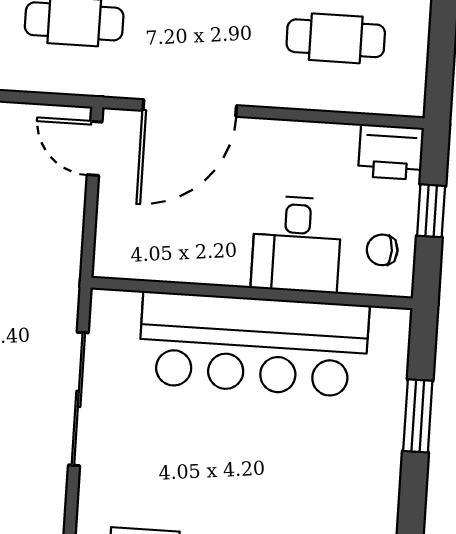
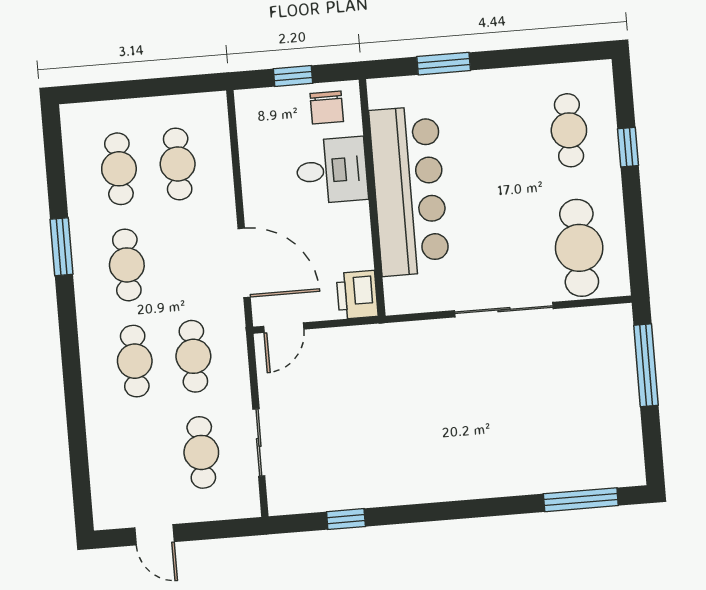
printer: (391, 152) -> (357, 295), moved, turned 180
chair: (382, 250) -> (327, 107), width x1.37, depth x1.37
sliding door: (78, 399) -> (504, 310), moved

